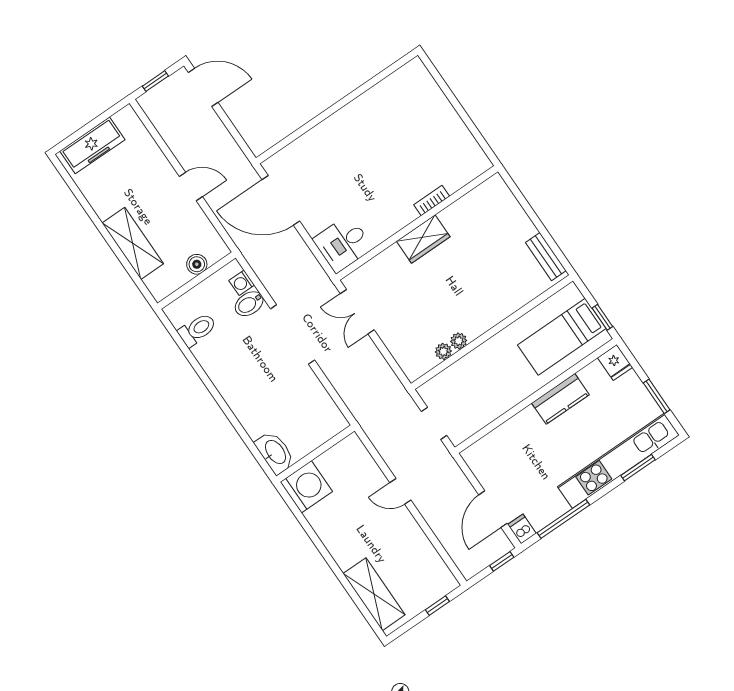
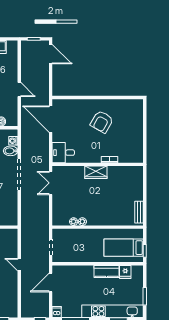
armchair: (373, 144) -> (102, 122), added
fridge: (615, 362) -> (125, 272), moved
door: (493, 509) -> (51, 283), moved

